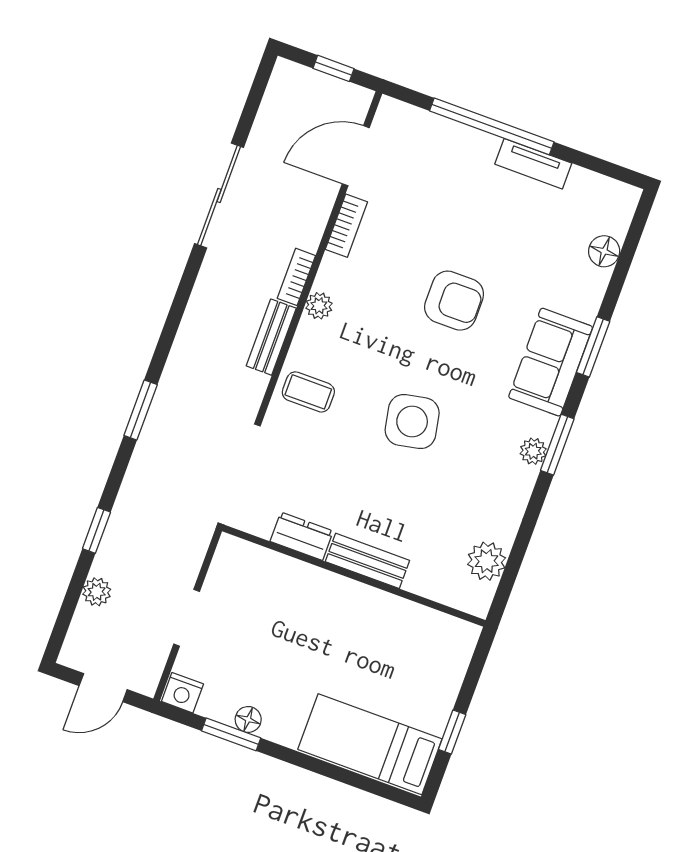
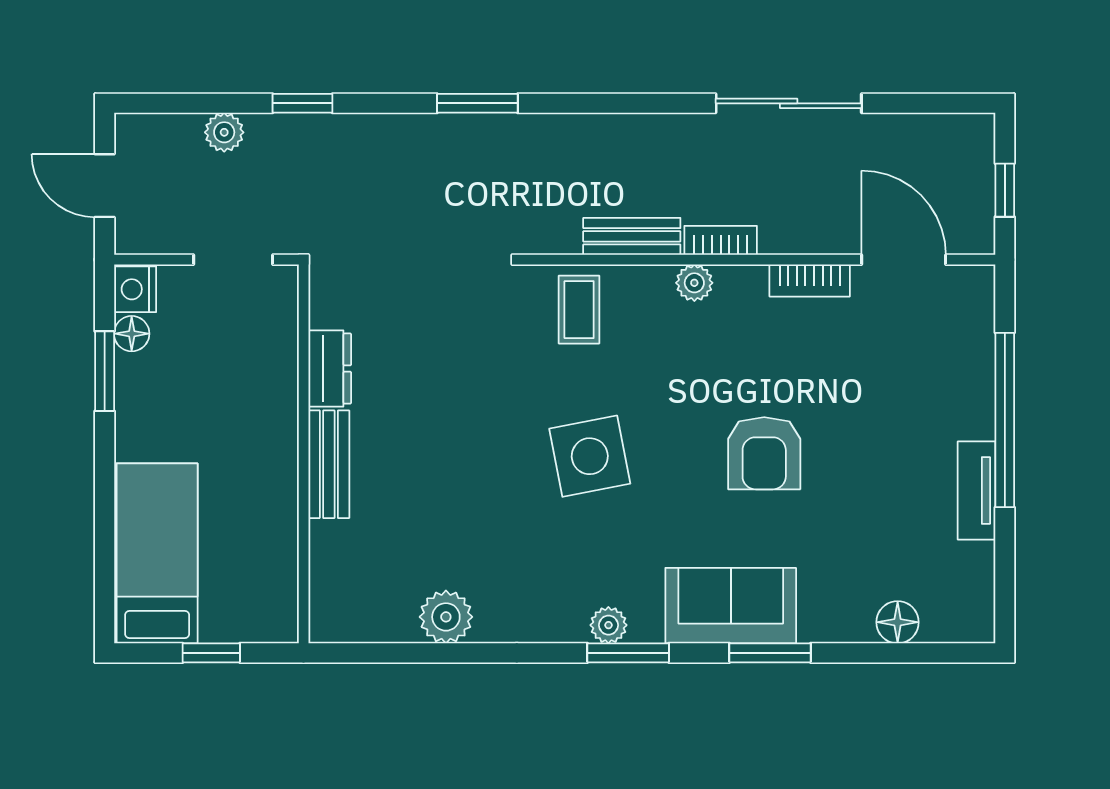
dresser: (302, 536) -> (330, 369), moved
bench: (367, 561) -> (329, 464), moved
wall: (354, 576) -> (304, 454), moved
floor lamp: (248, 719) -> (132, 334), moved

